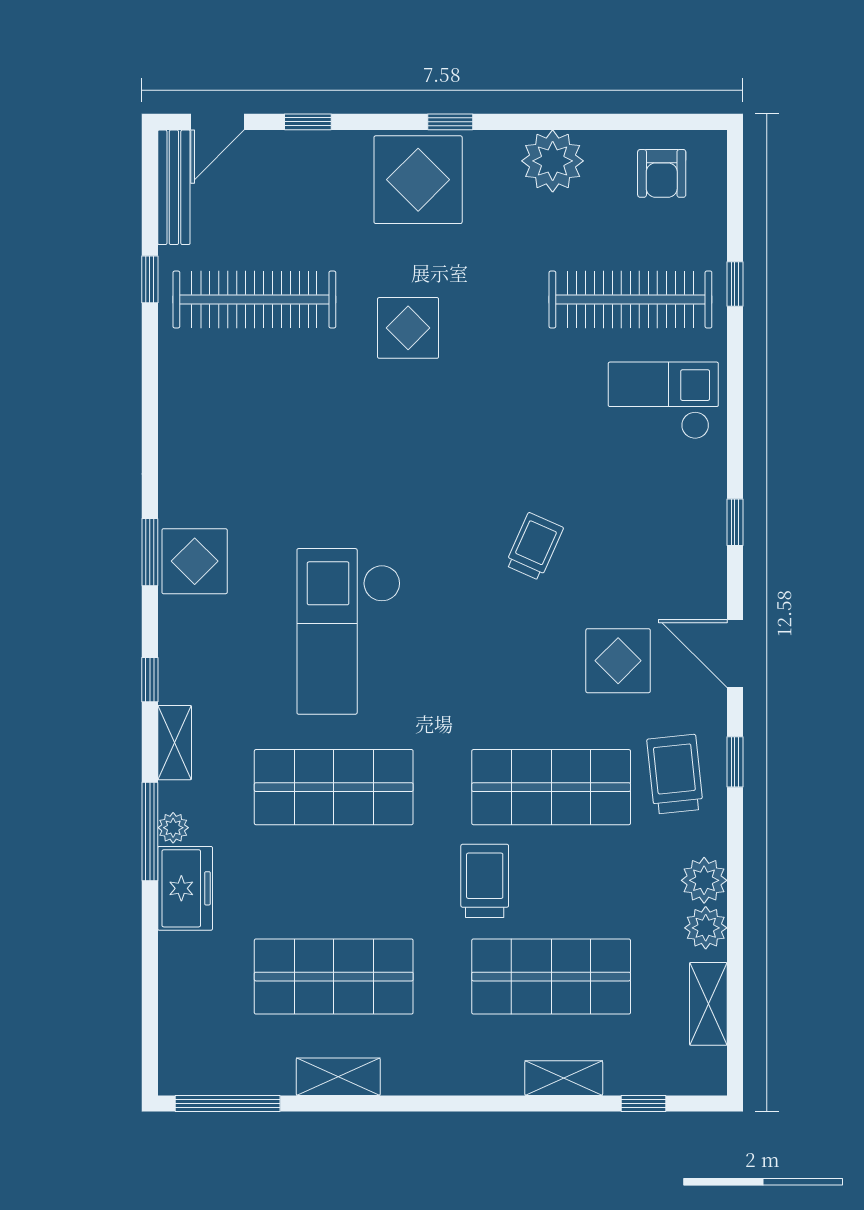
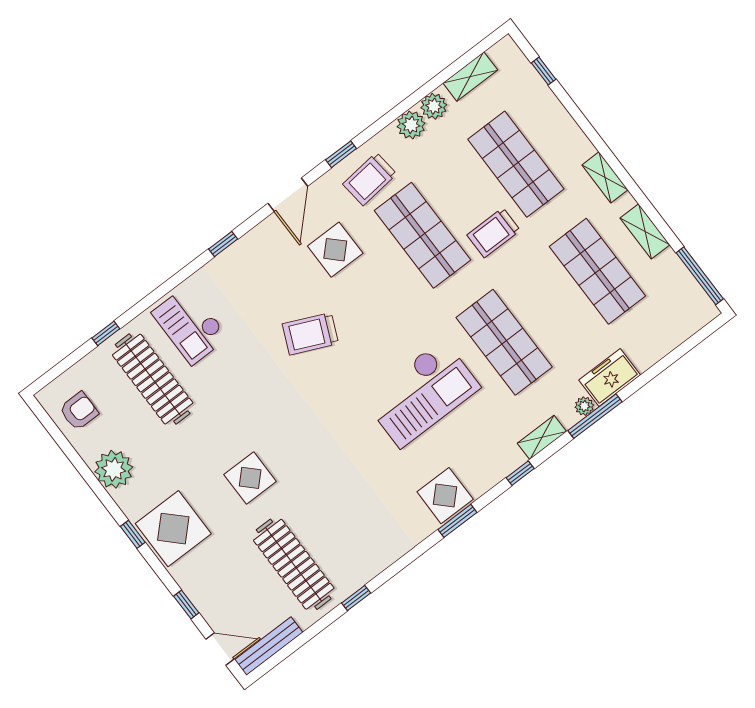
window: (150, 279) -> (356, 598), moved
trolley: (534, 546) -> (310, 334), width x1.36, depth x1.39
shelving: (564, 1078) -> (605, 177), moved

